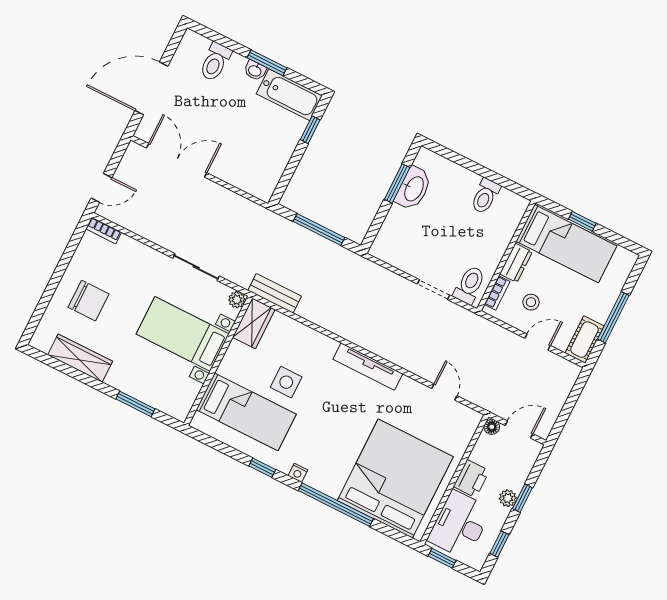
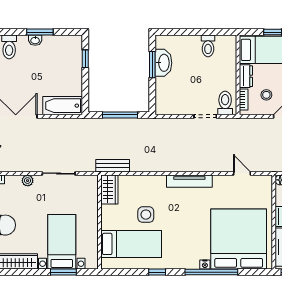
bathtub: (289, 95) -> (63, 106), moved, turned 180
plant: (237, 300) -> (28, 181), moved
bed with nightstands: (183, 334) -> (62, 242), moved, turned 90
nightstand: (298, 473) -> (205, 265), moved

